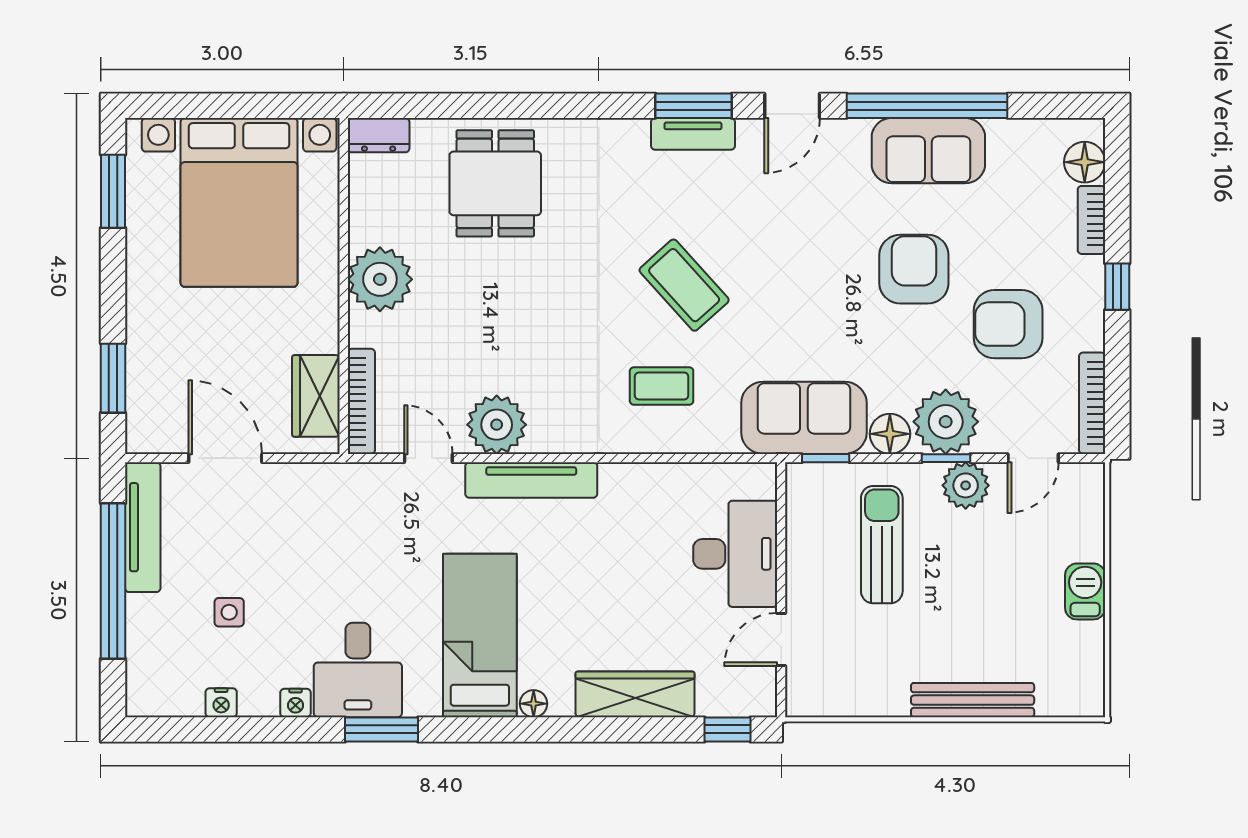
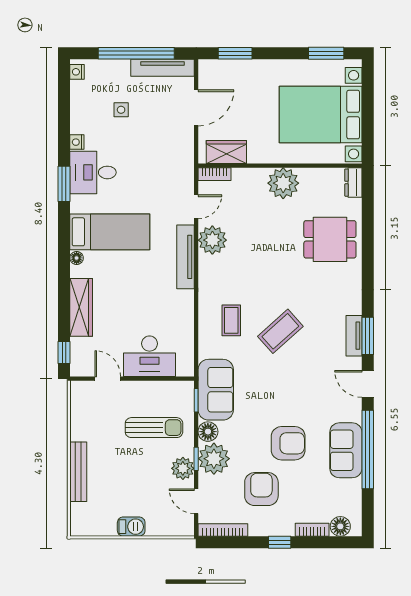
bookcase: (361, 401) -> (215, 174), width x0.64
nightstand: (221, 703) -> (77, 72), moved

